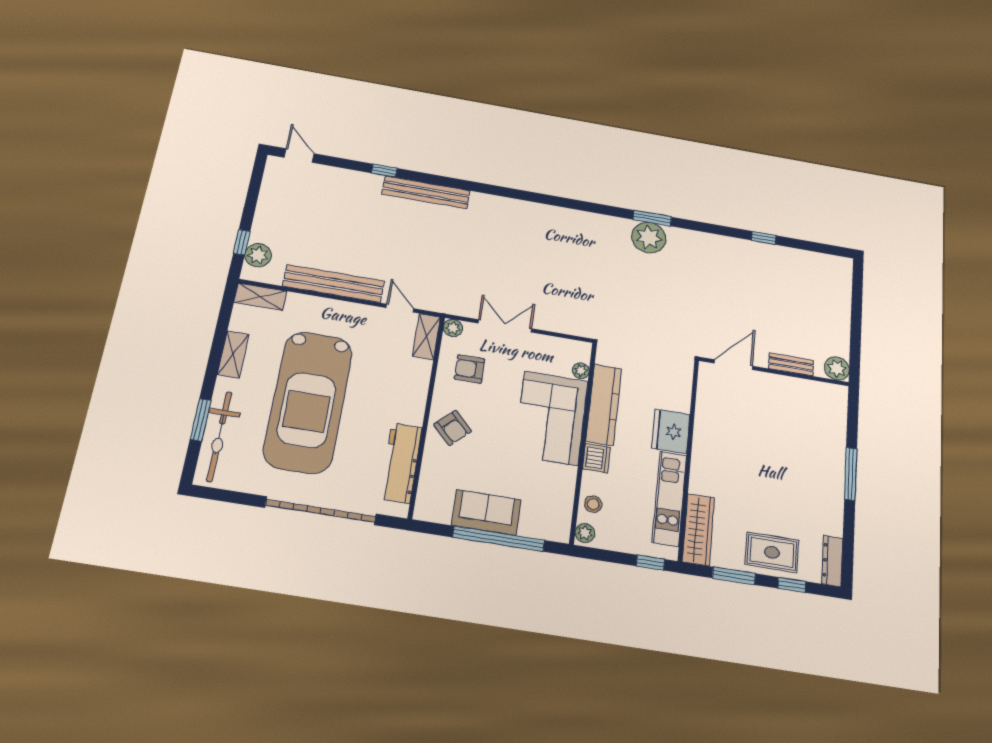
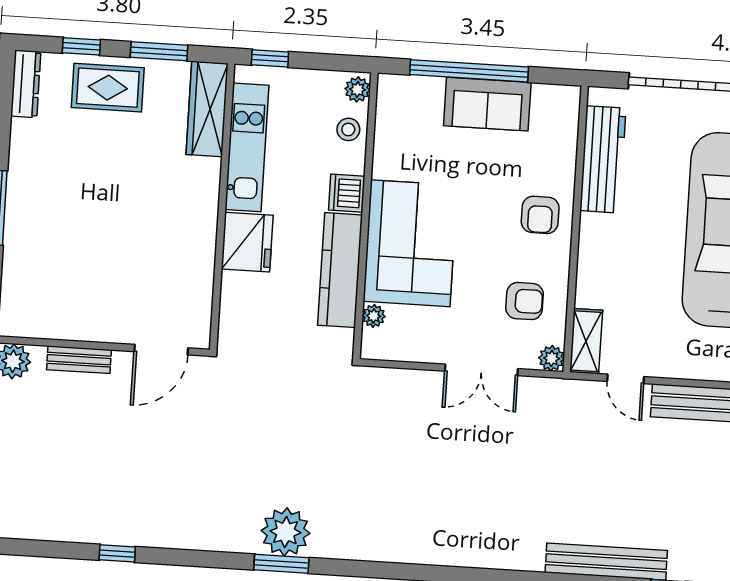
armchair: (453, 428) -> (540, 215), turned -136

